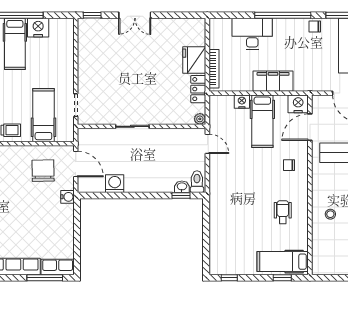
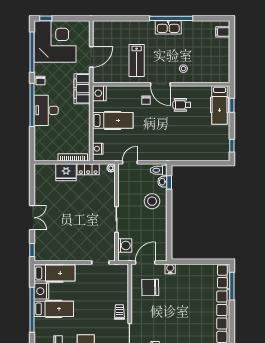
desk: (252, 34) -> (46, 110), moved
filing cabinet: (273, 81) -> (82, 89), moved
nightstand: (242, 102) -> (98, 149), moved
hospital bed: (43, 115) -> (55, 273), moved, turned 180
door: (310, 127) -> (160, 84), moved
stool: (156, 173) -> (152, 201), added
washing machine: (115, 184) -> (125, 245), moved, turned 180

